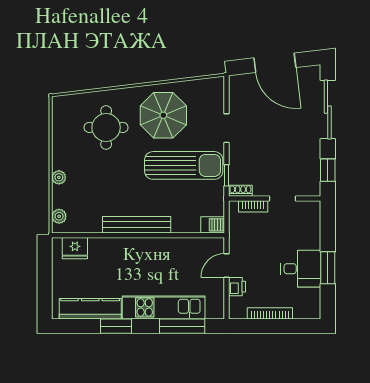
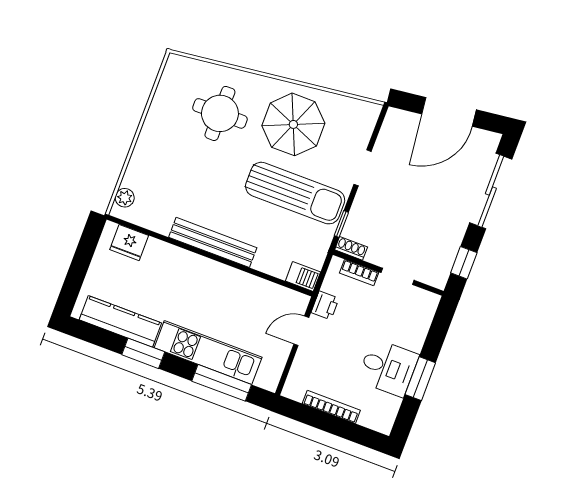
door: (275, 63) -> (449, 112), hinge flipped
plant: (59, 177) -> (142, 151), removed
printer: (237, 287) -> (325, 305), moved

